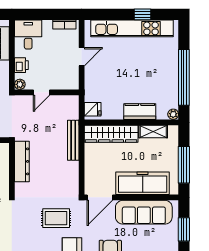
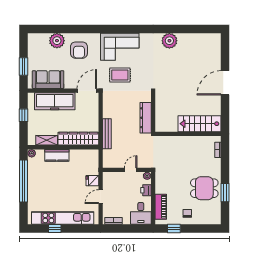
fridge: (93, 109) -> (92, 181), moved
window: (184, 165) -> (23, 115), width x0.46
sofa: (144, 212) -> (48, 80), width x0.73

